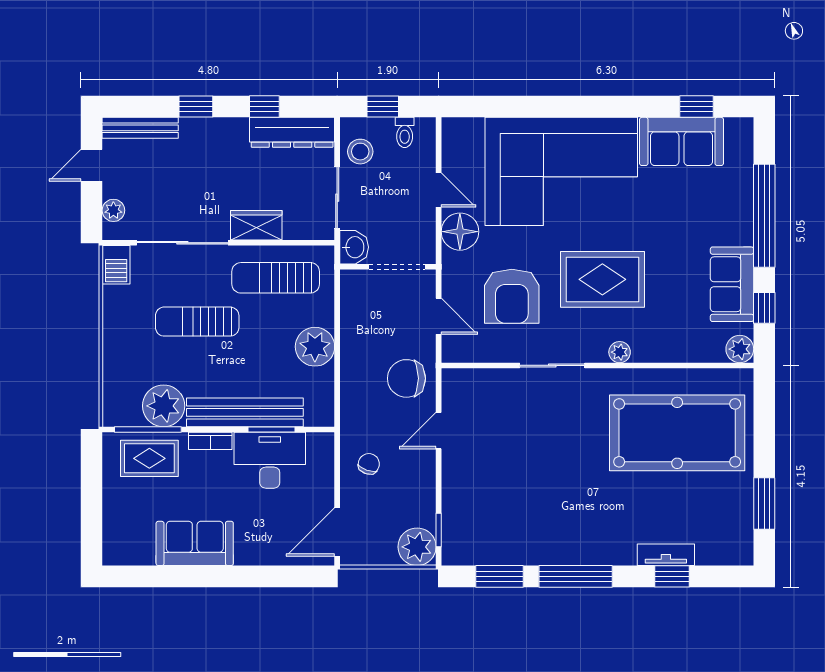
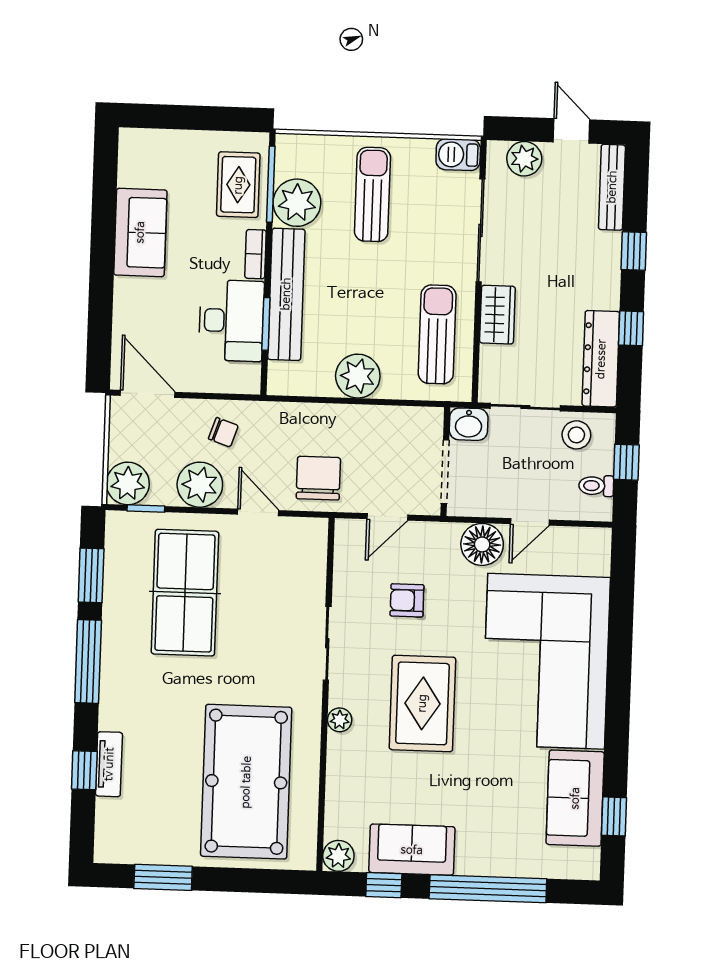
plant: (113, 210) -> (524, 159), width x1.38, depth x1.38
armchair: (512, 296) -> (407, 600), width x0.53, depth x0.53
sun lounger: (197, 322) -> (372, 194), moved
plant: (416, 483) -> (200, 485), added
table tennis table: (512, 493) -> (185, 593), added

